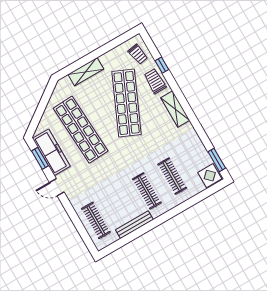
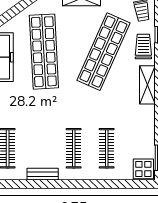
bench: (134, 225) -> (43, 174), width x0.73

